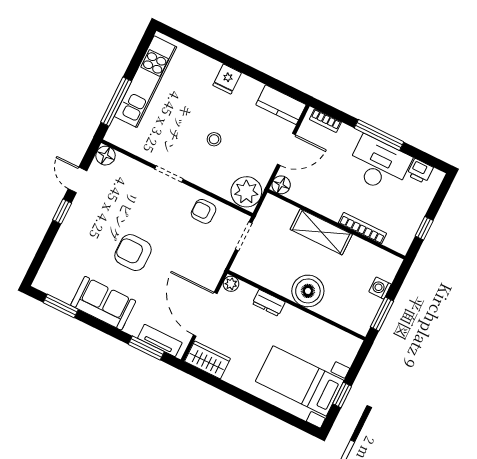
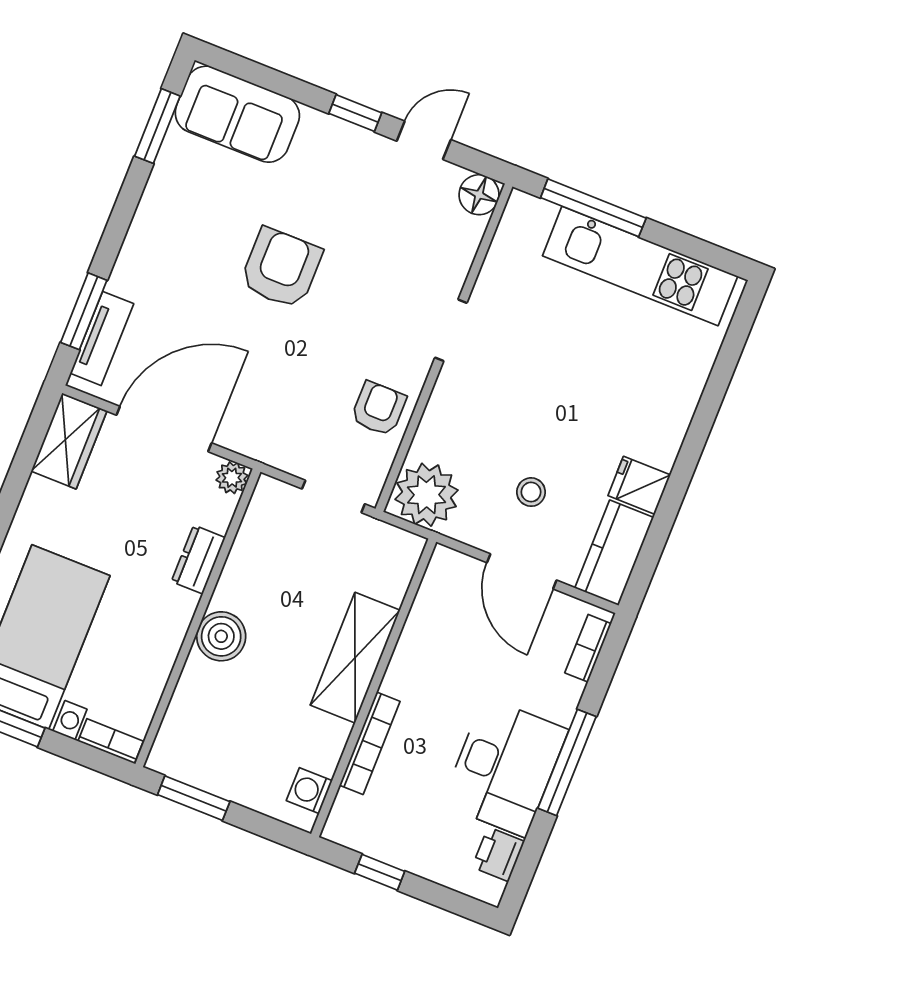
fridge: (227, 79) -> (639, 485), moved
stool: (214, 139) -> (531, 492), moved
floor lamp: (281, 185) -> (447, 566), removed
washing machine: (380, 288) -> (309, 791), moved, turned -90
boiler: (308, 291) -> (221, 636), width x0.73, depth x0.73
sofa: (103, 303) -> (237, 114), moved, turned 90
bookcase: (352, 351) -> (111, 741), added

